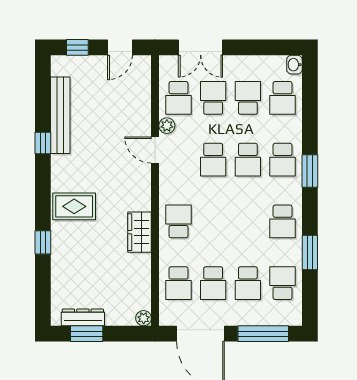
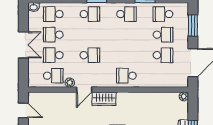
double door: (201, 47) -> (23, 45), moved
school desk: (283, 98) -> (53, 14), turned 180
school desk: (248, 160) -> (90, 35), removed
wardrobe: (140, 232) -> (104, 99), moved
school desk: (178, 283) -> (163, 76), removed
window: (263, 334) -> (193, 25), width x0.69

